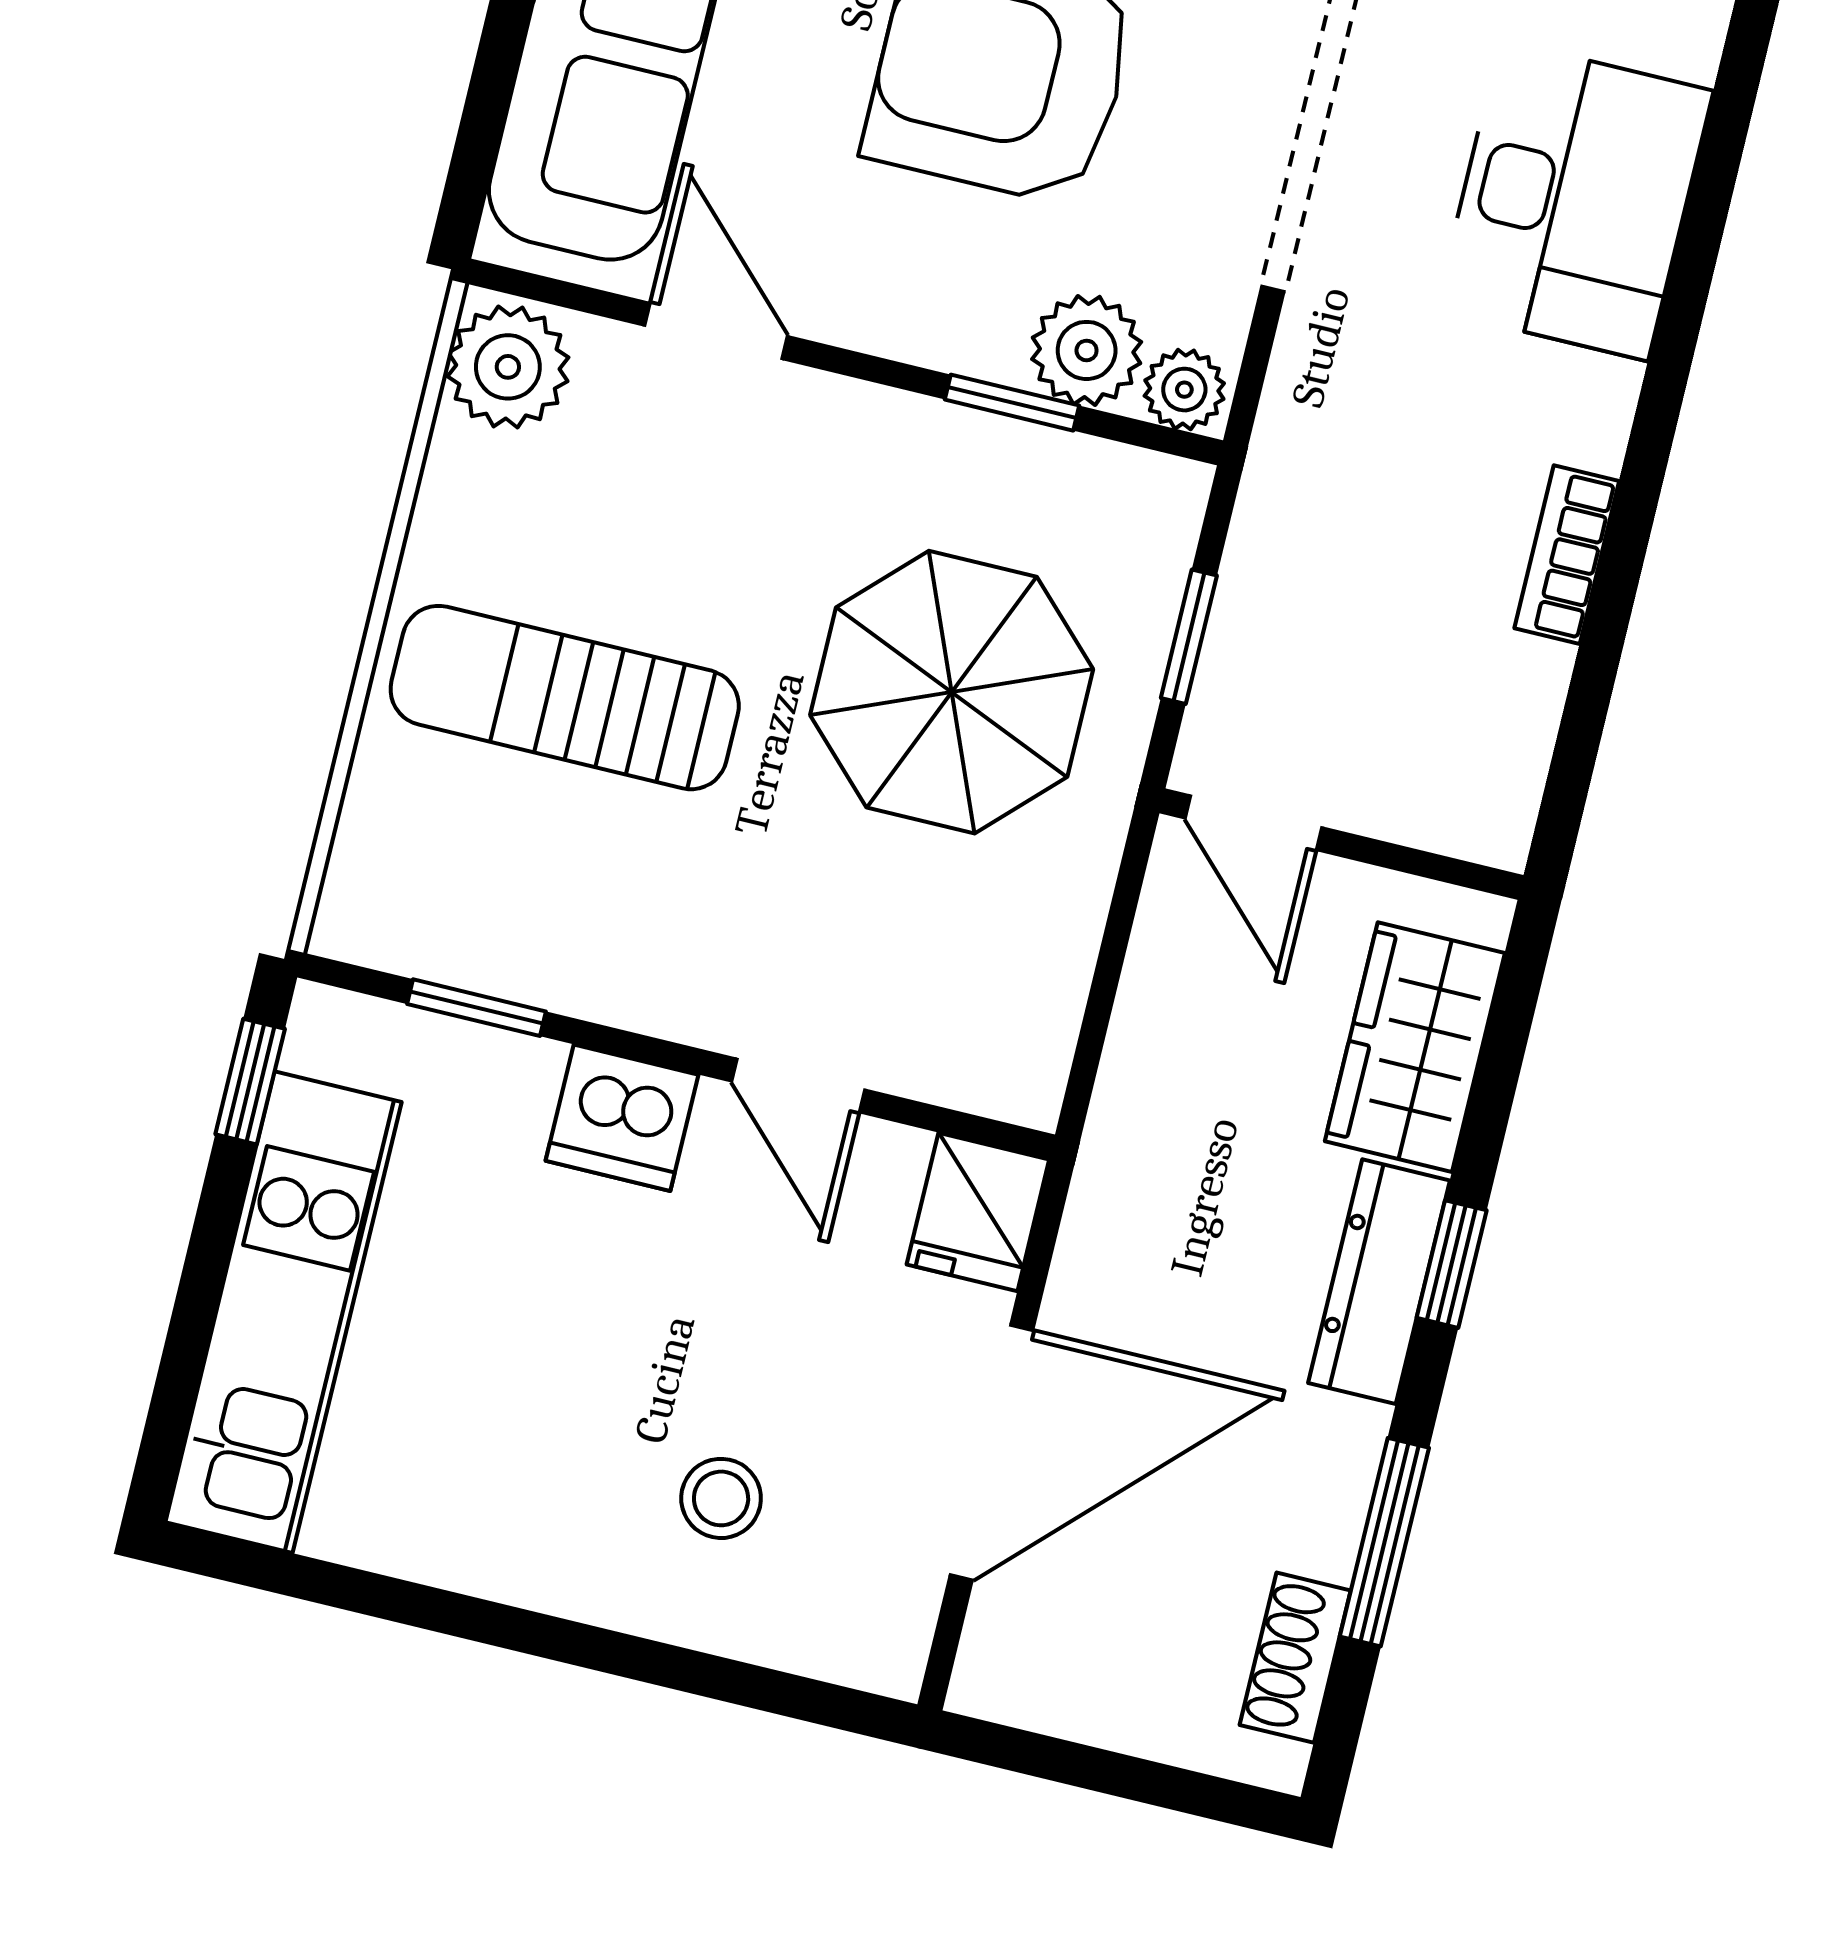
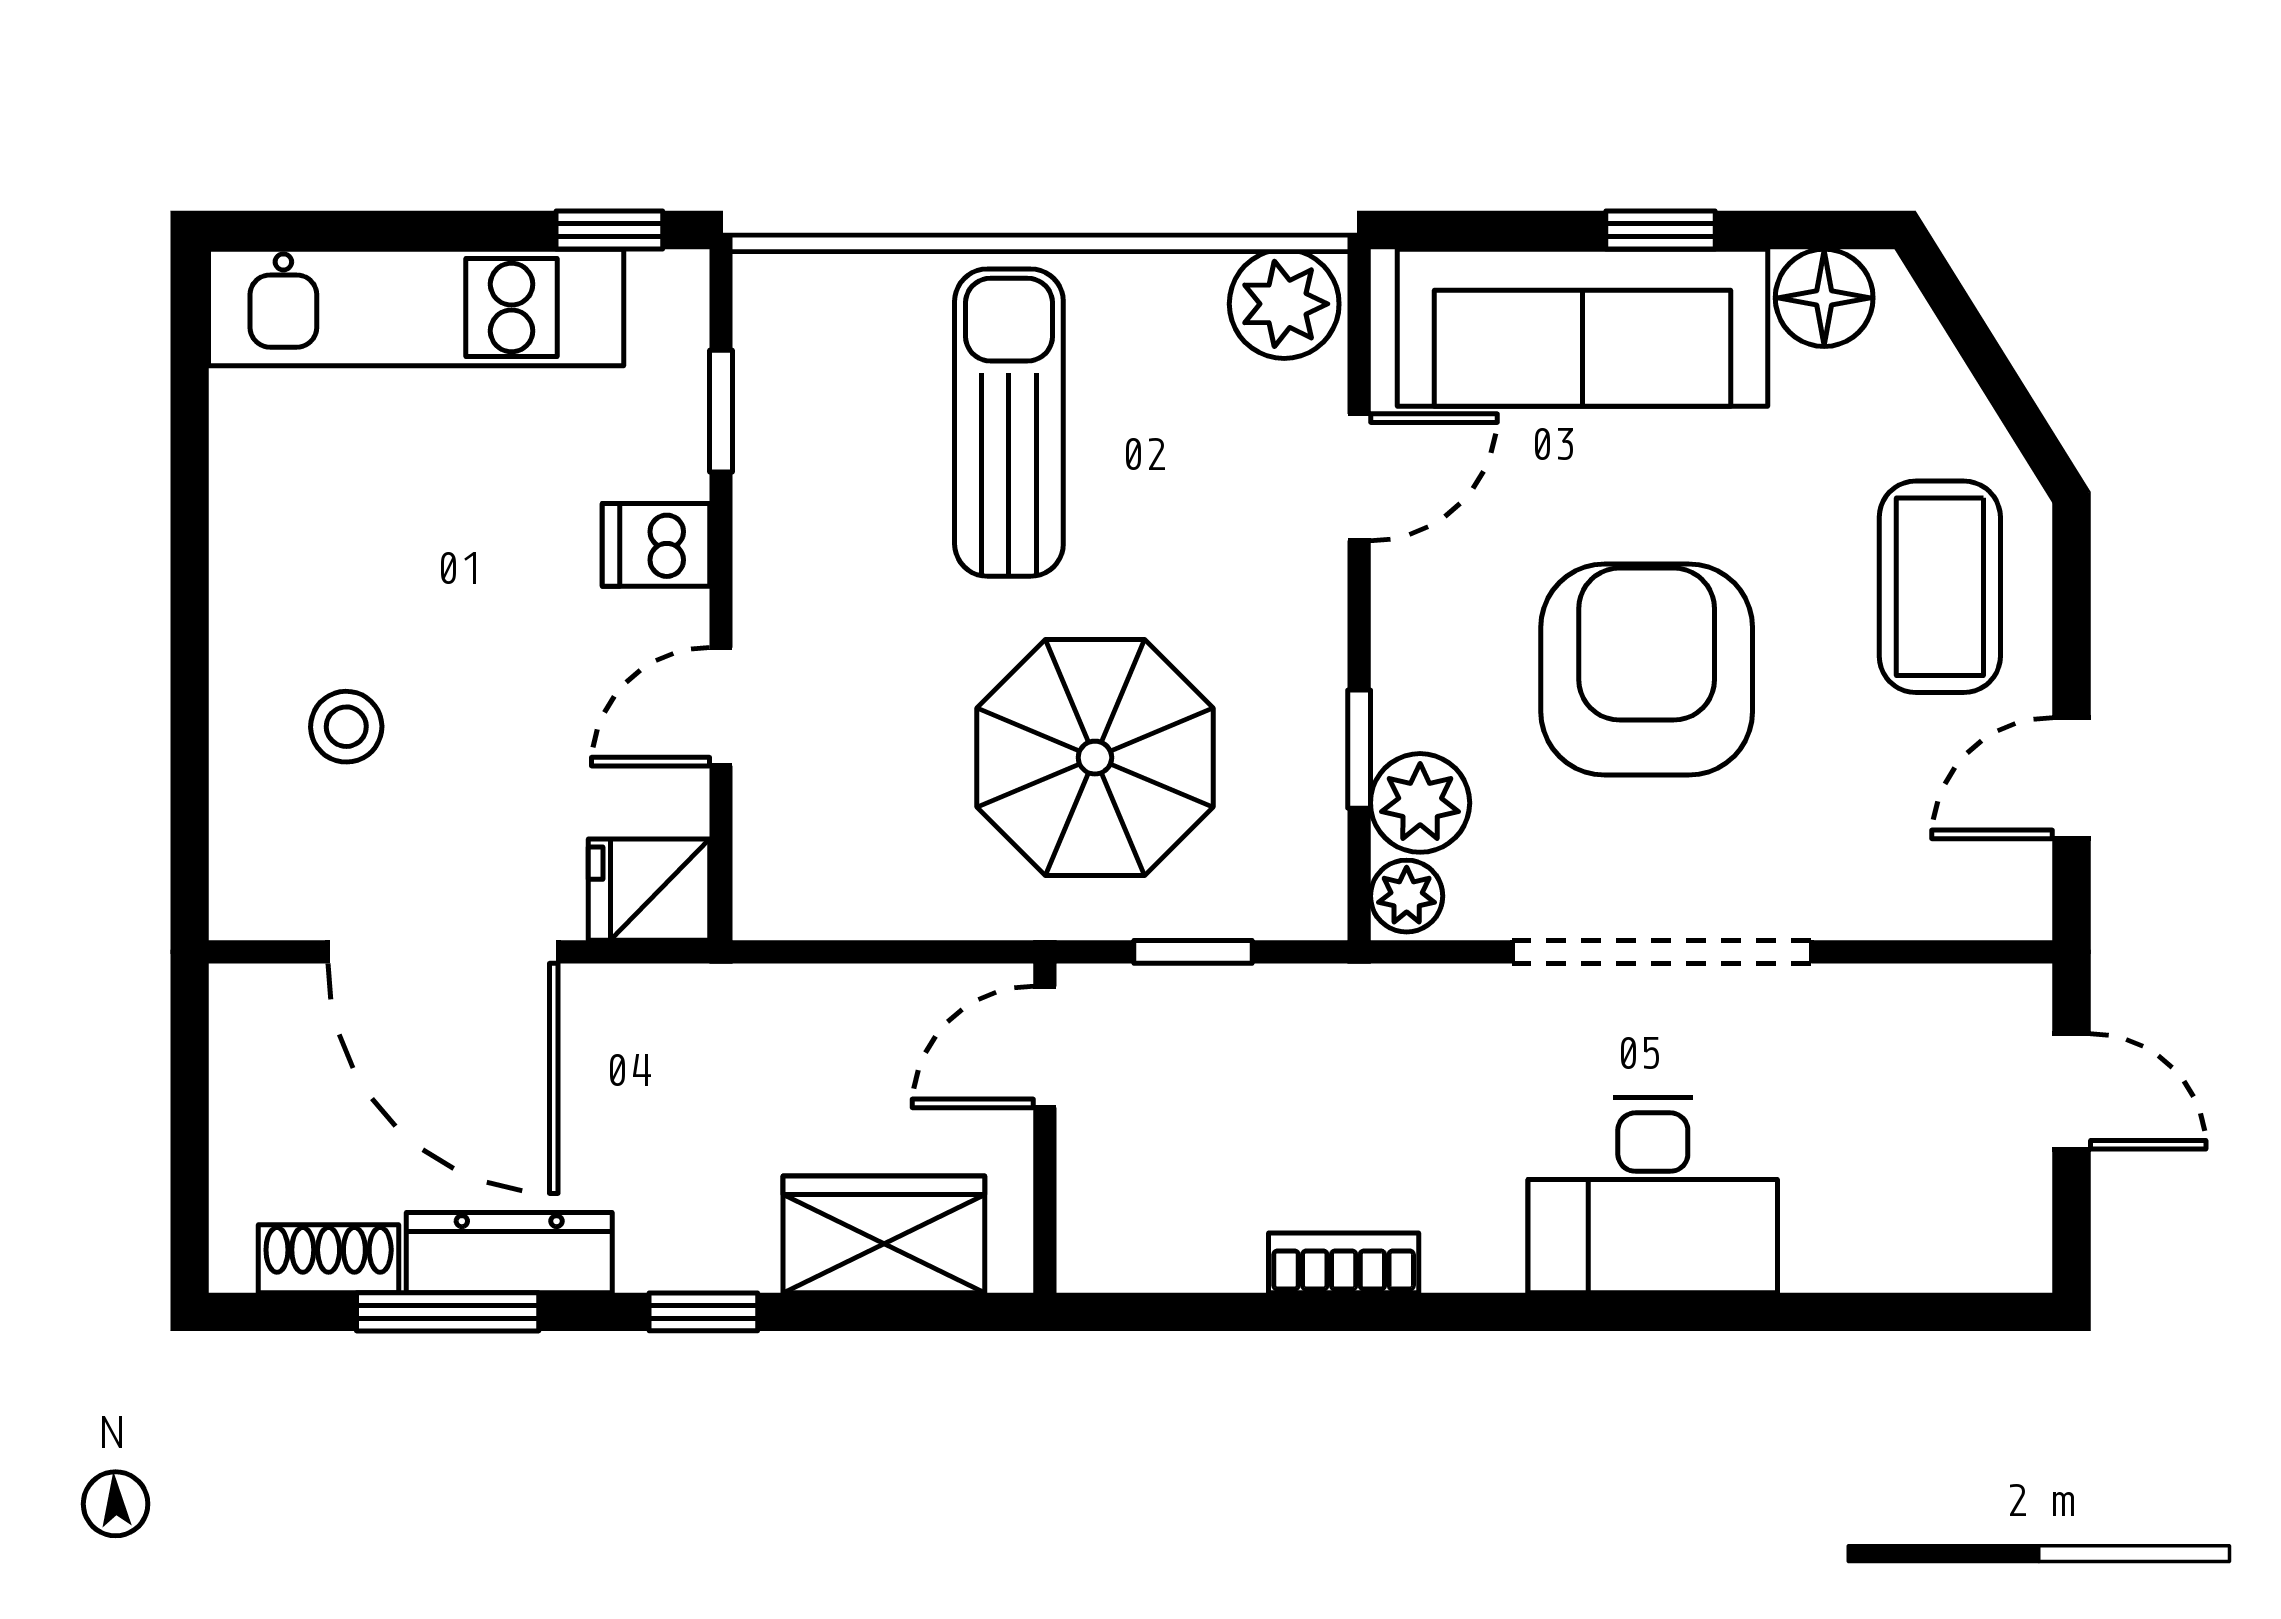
dishwasher: (622, 1118) -> (656, 545), width x0.73
dresser: (1379, 1282) -> (509, 1253), moved

